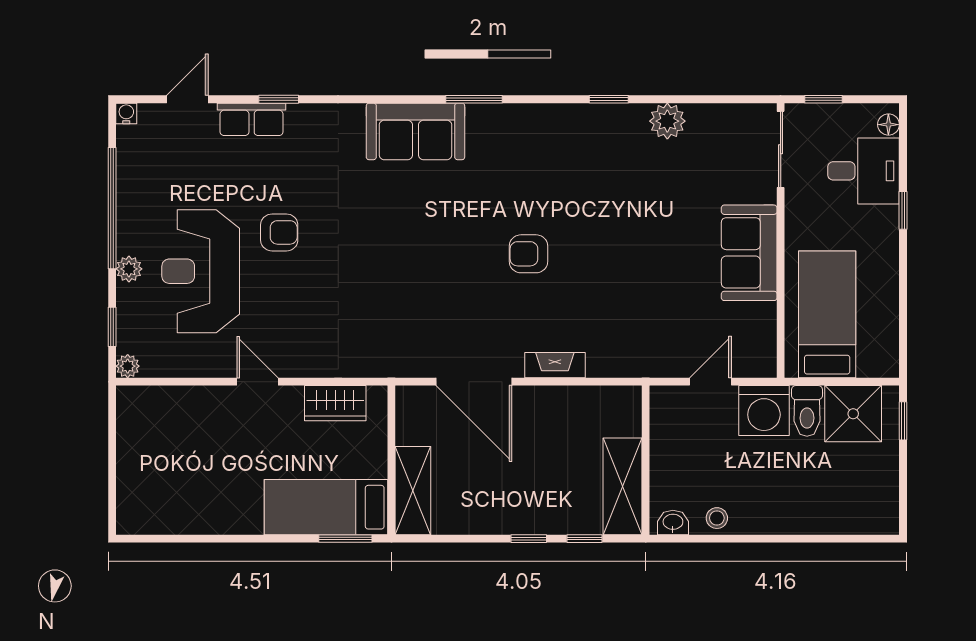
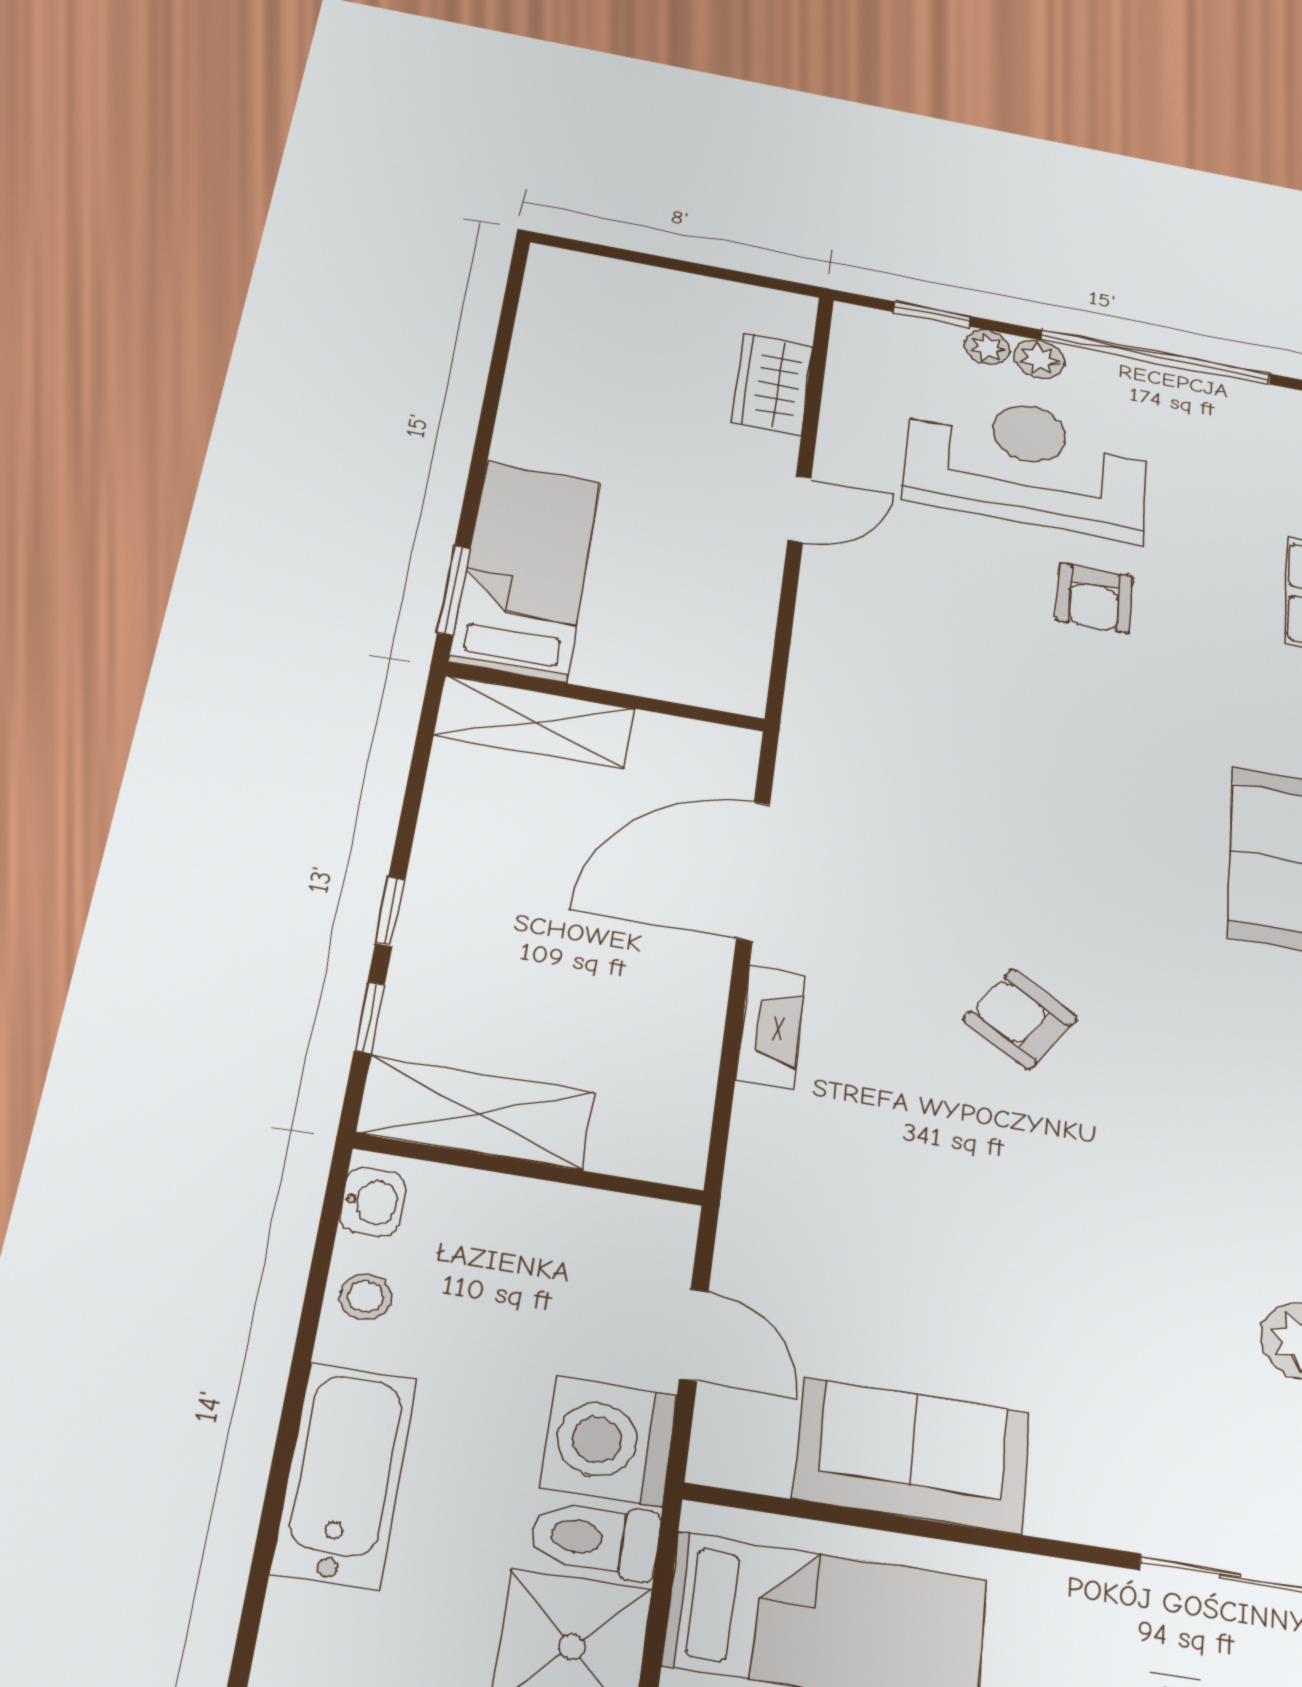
sofa: (749, 253) -> (912, 1455), moved
armchair: (528, 254) -> (1020, 1019), turned -57
plant: (128, 366) -> (987, 347), moved
wardrobe: (335, 403) -> (772, 384), moved
bathtub: (796, 513) -> (345, 1475), added

